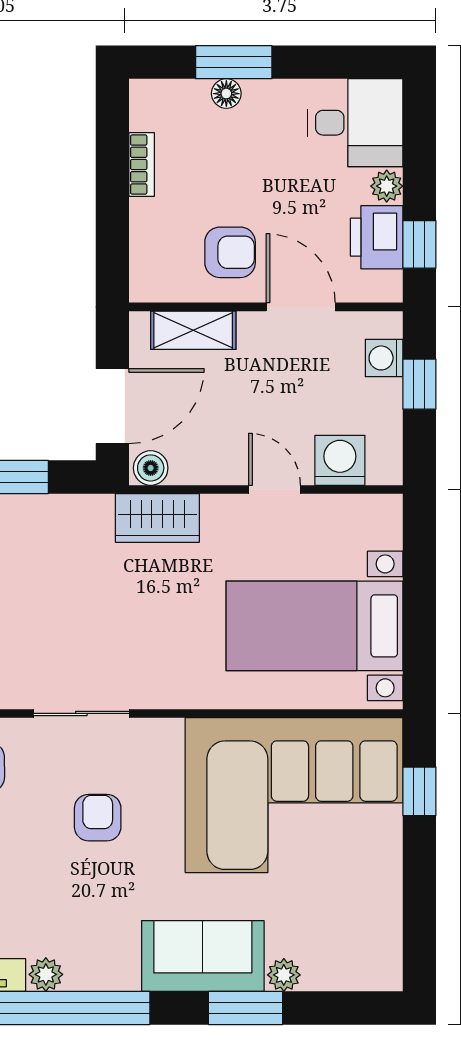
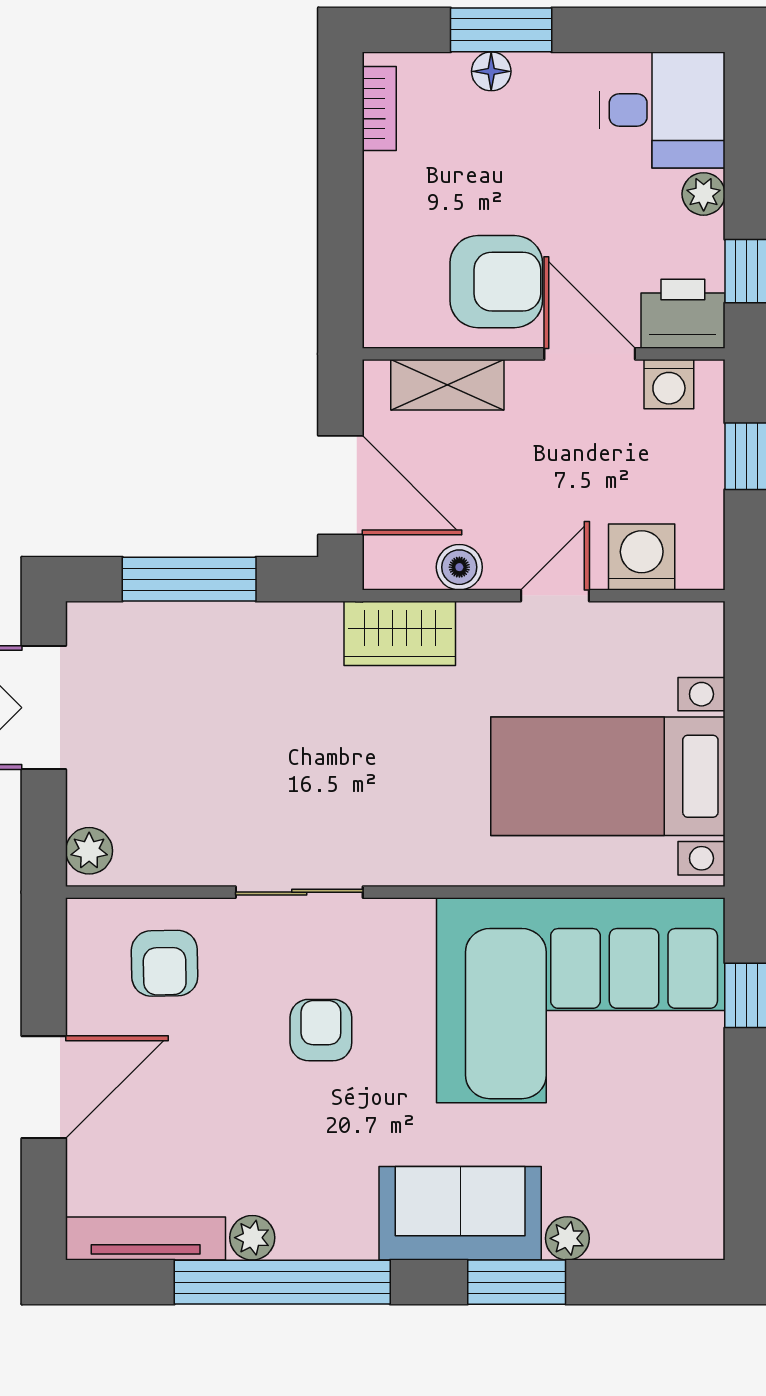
bookcase: (142, 165) -> (379, 109), moved
printer: (377, 237) -> (683, 314), moved, turned 90
armchair: (230, 252) -> (496, 282), width x1.38, depth x1.38
washing machine: (384, 358) -> (669, 384), moved, turned -90
door: (112, 406) -> (340, 485), hinge flipped
boiler: (151, 468) -> (459, 567), moved
door: (275, 489) -> (555, 596), hinge flipped

